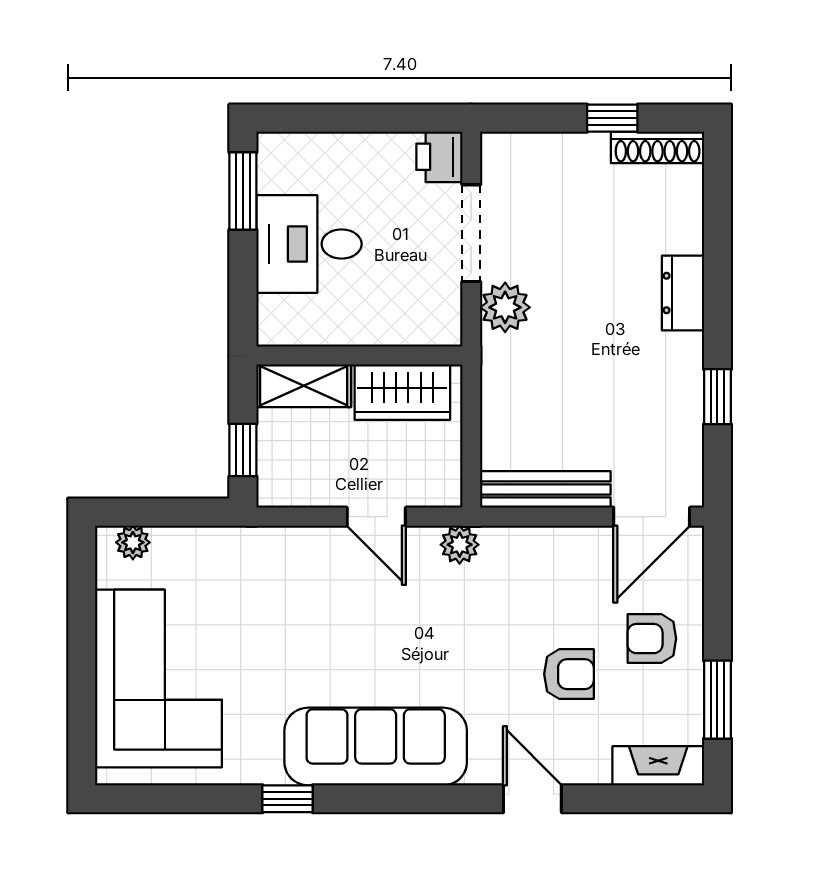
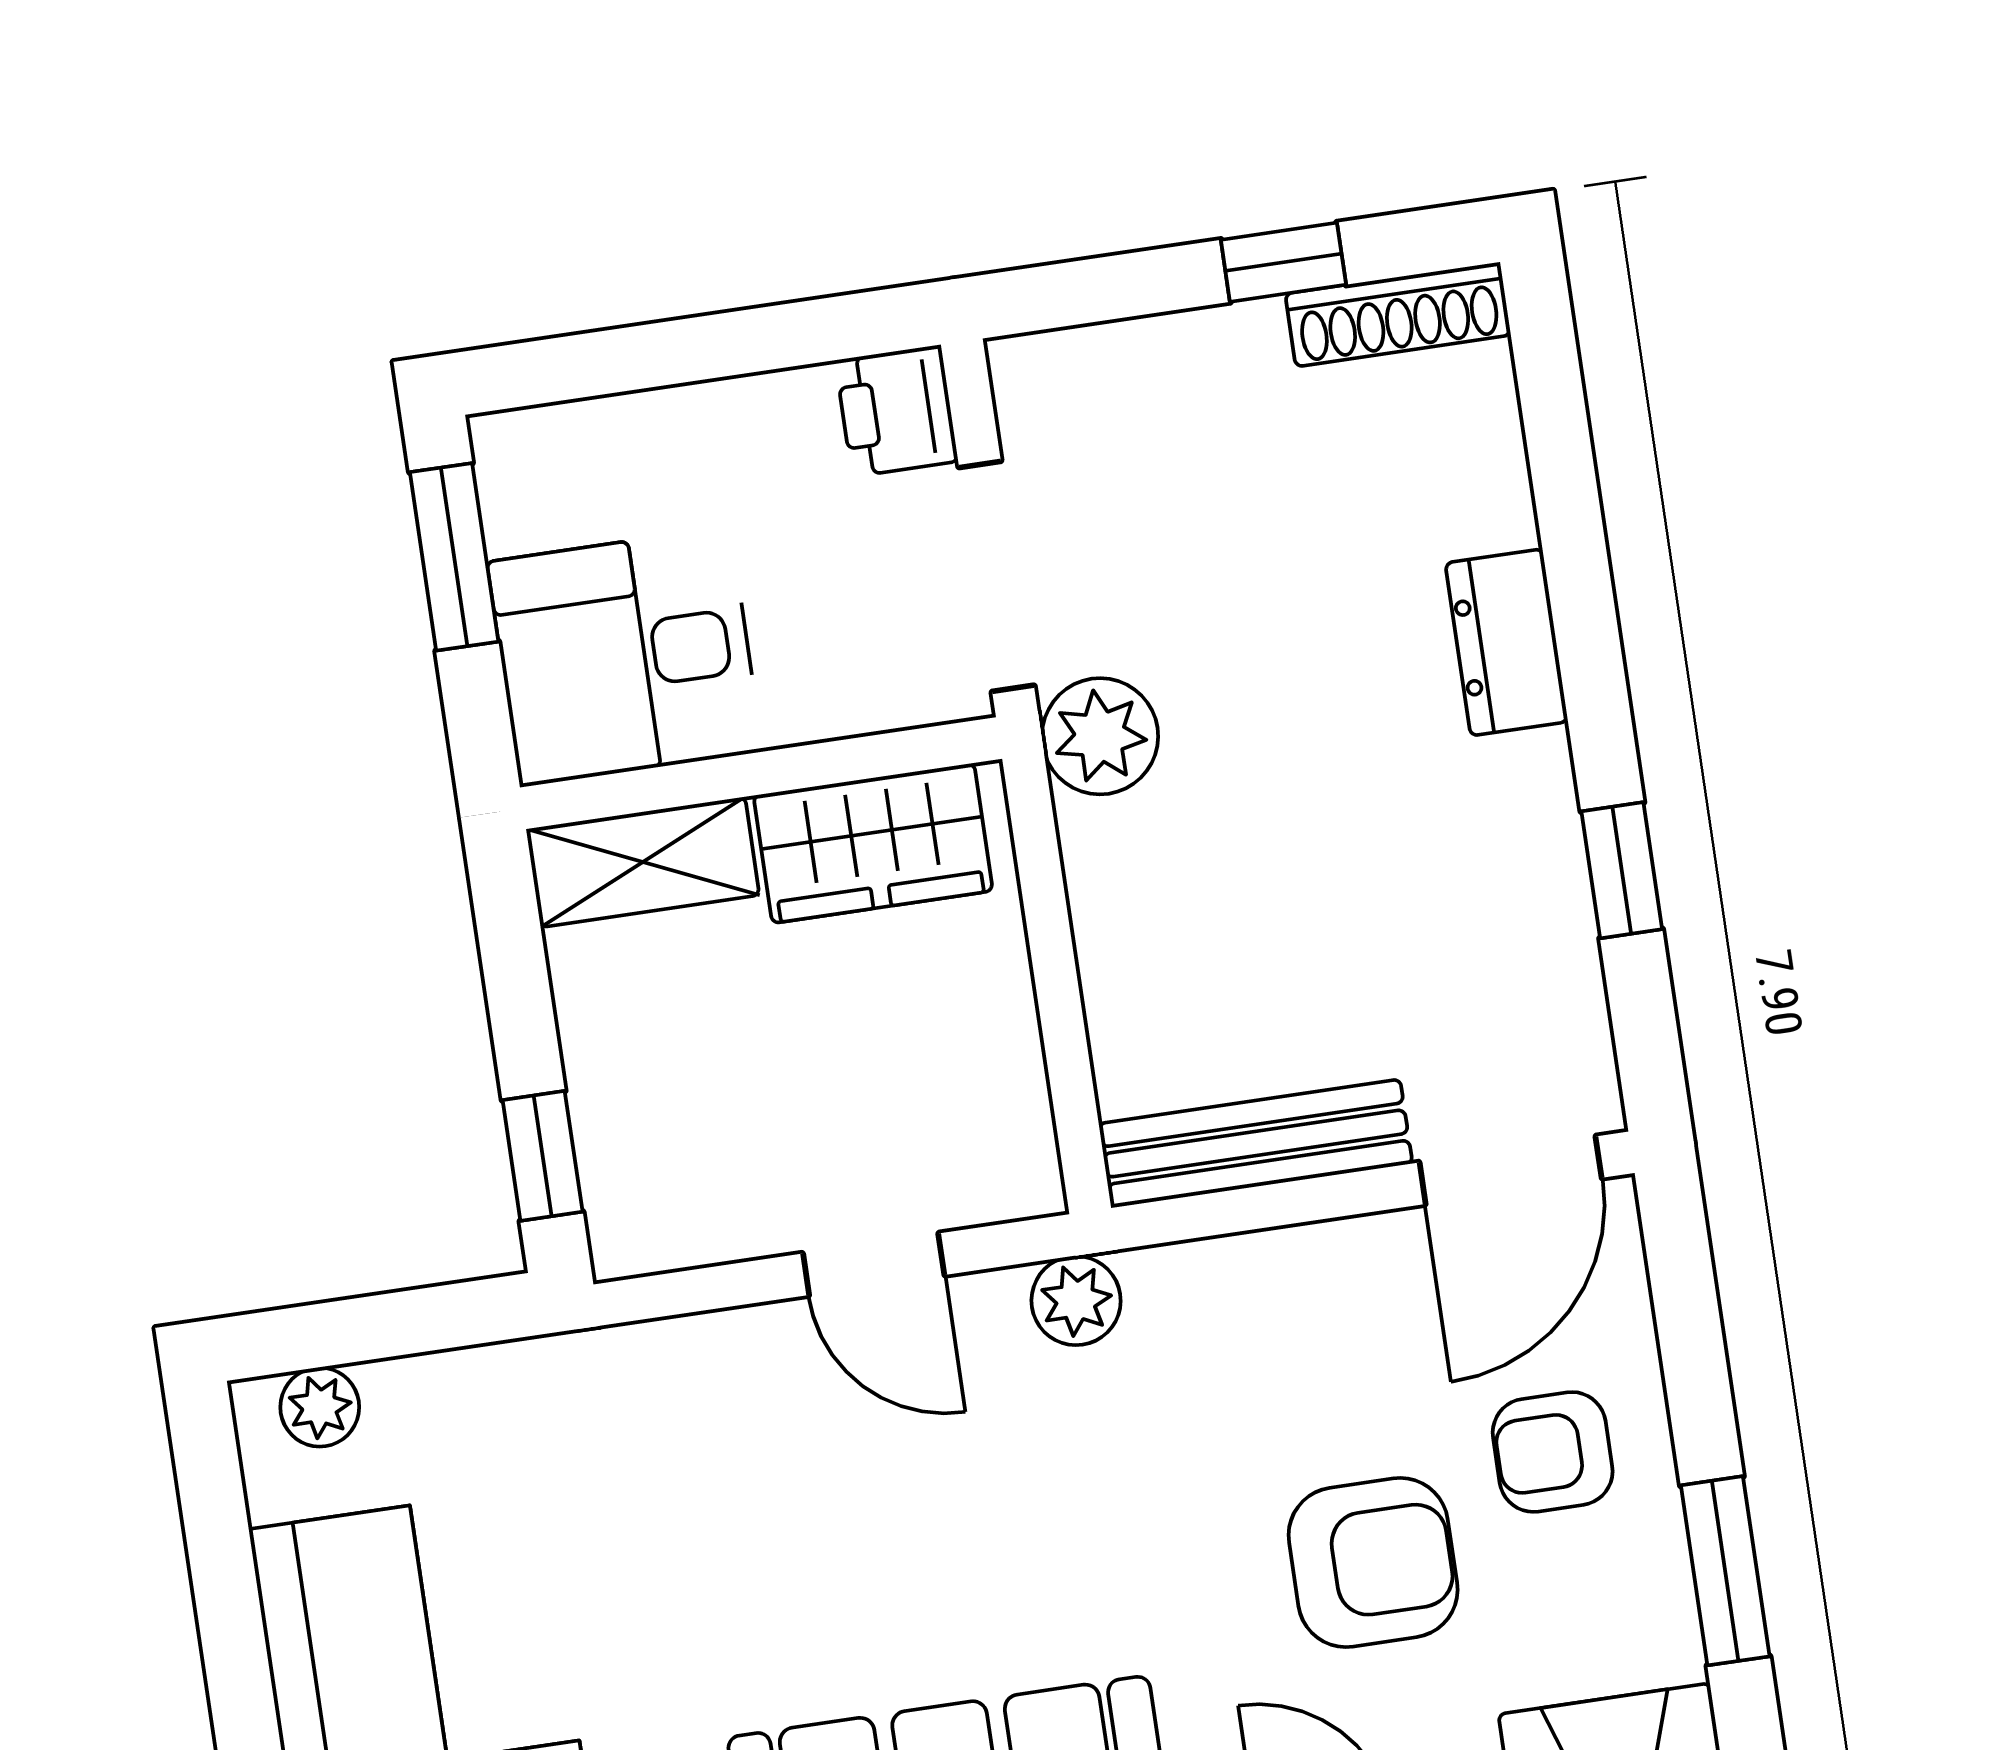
wall: (359, 355) -> (761, 773), moved
shelving: (304, 386) -> (643, 862), moved
wardrobe: (402, 392) -> (873, 843), moved
armchair: (569, 674) -> (1373, 1563), width x1.38, depth x1.38

